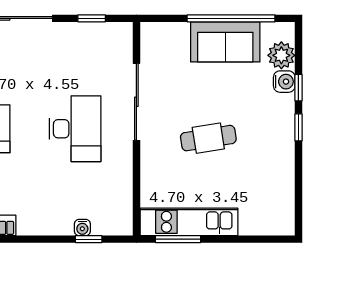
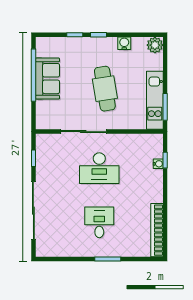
plant: (281, 55) -> (155, 45), moved
water cooler: (284, 82) -> (124, 43), moved
desk: (75, 129) -> (99, 168), turned 180
cafe table: (208, 138) -> (105, 89), width x1.37, depth x1.35

